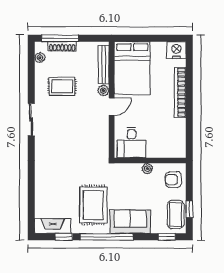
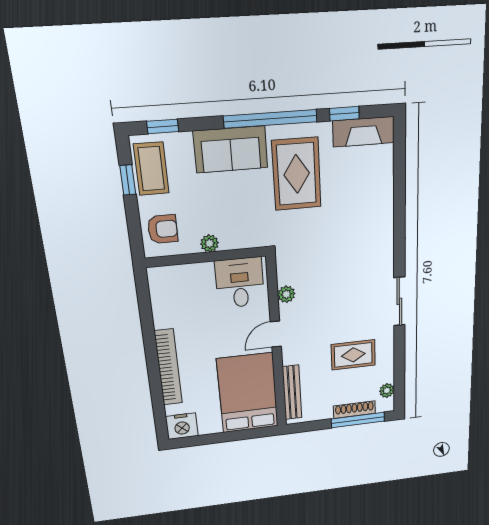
plant: (103, 91) -> (286, 294), moved

